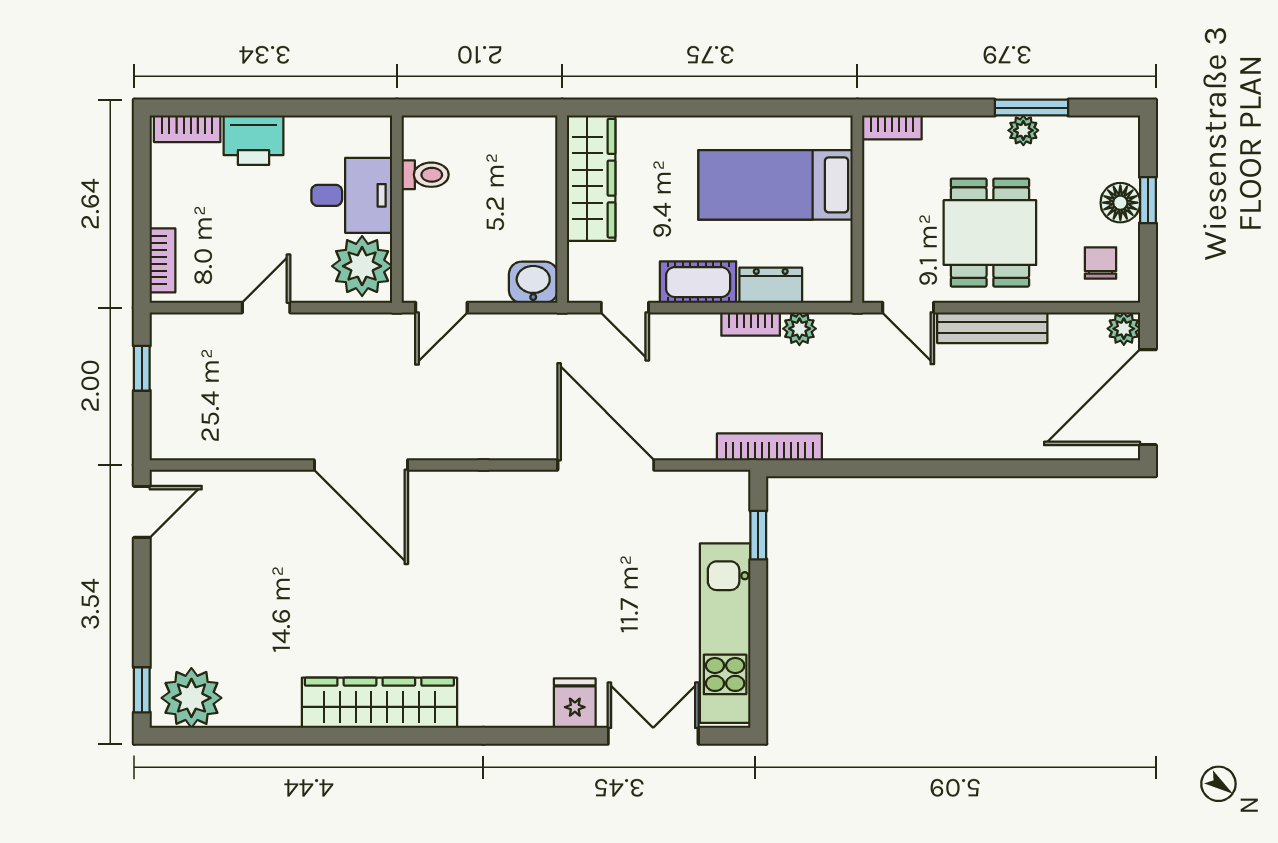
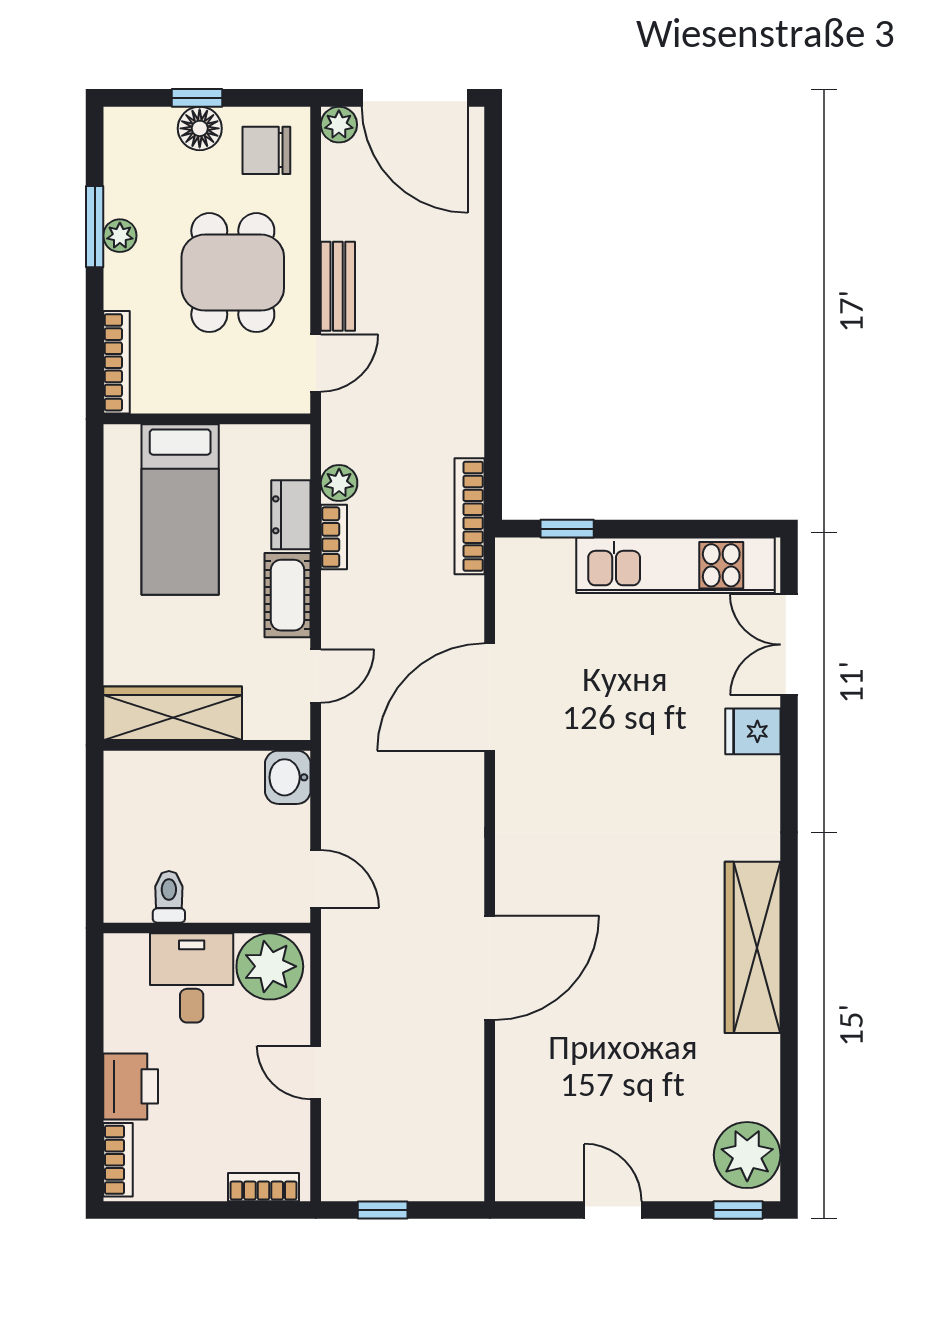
bookcase: (892, 127) -> (116, 362), width x1.56
dining table: (990, 233) -> (233, 273), turned 90
chair: (1100, 263) -> (266, 150), width x1.37, depth x1.37
bench: (992, 328) -> (338, 286), width x0.73
door: (142, 512) -> (613, 1210), moved

